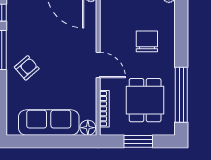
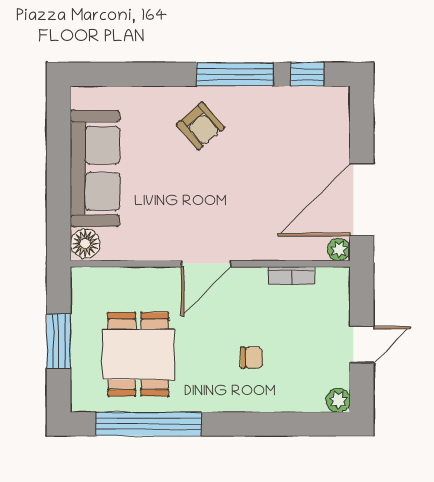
chair: (147, 41) -> (252, 358), width x0.54, depth x0.54
dining table: (145, 100) -> (138, 354), turned 90
bookcase: (104, 109) -> (291, 276), moved, width x0.64

